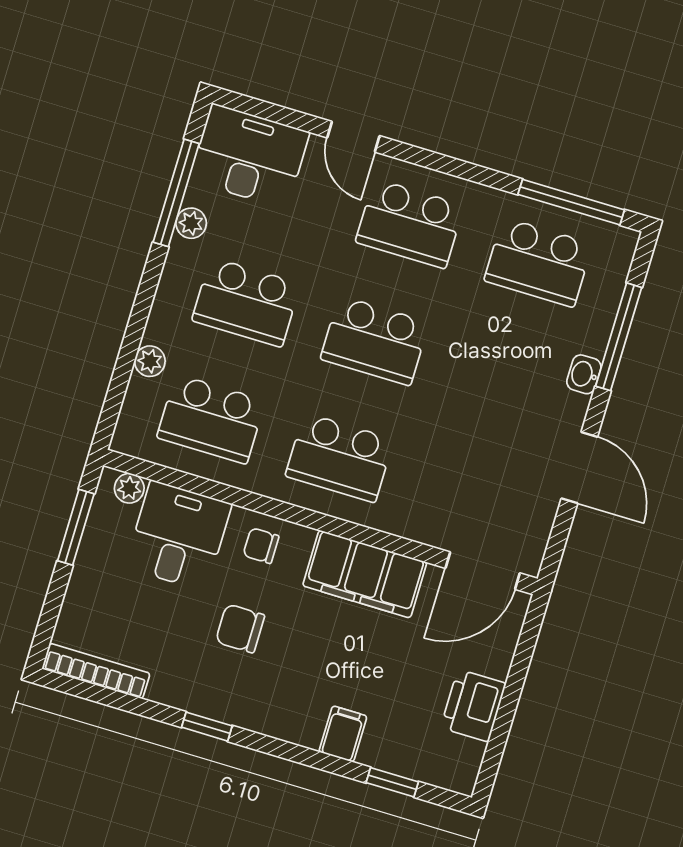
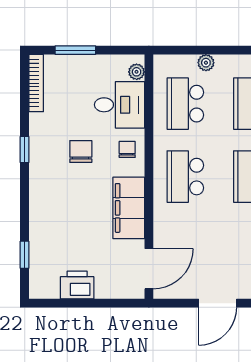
window: (76, 527) -> (75, 50), moved
door: (483, 571) -> (149, 269), swing flipped
filing cabinet: (343, 734) -> (42, 221), removed

